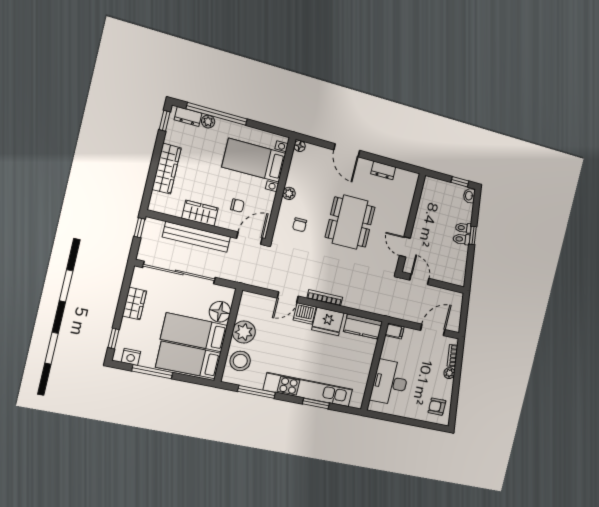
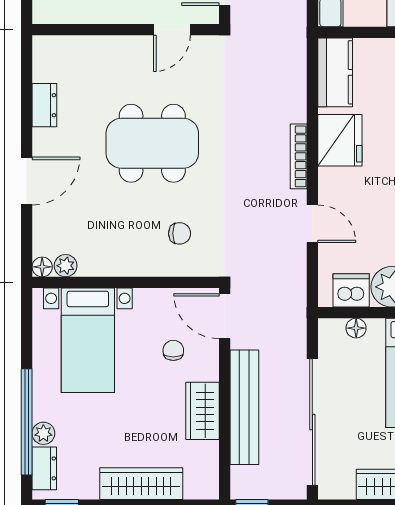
plant: (289, 193) -> (66, 266), moved
floor lamp: (220, 312) -> (356, 328), width x0.53, depth x0.53
dishwasher: (305, 313) -> (351, 290), moved, turned -90

